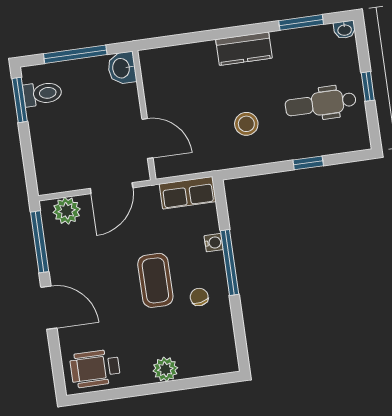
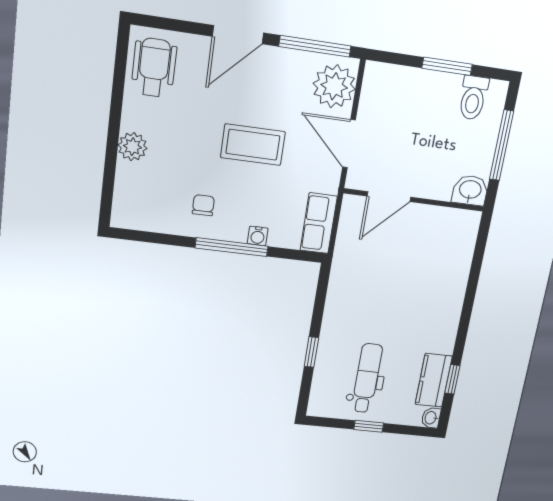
window: (301, 22) -> (452, 379), width x0.67
kitchen counter: (244, 49) -> (434, 380), moved
window: (20, 100) -> (447, 66), moved
stool: (246, 124) -> (371, 301), removed
plant: (67, 211) -> (334, 86), width x1.36, depth x1.36
coffee table: (155, 280) -> (253, 145), moved
chair: (199, 297) -> (203, 205), turned -80

